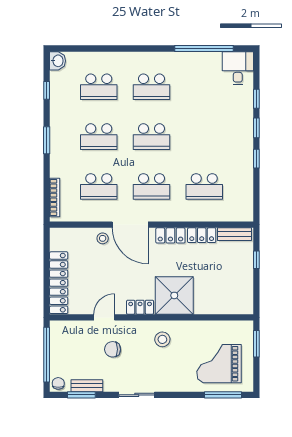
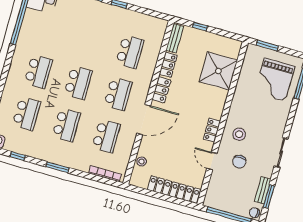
stool: (103, 238) -> (142, 162), moved
shower: (174, 295) -> (218, 71), moved
stool: (162, 339) -> (239, 134), moved

